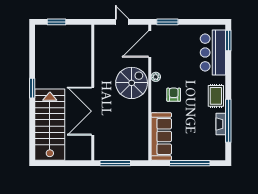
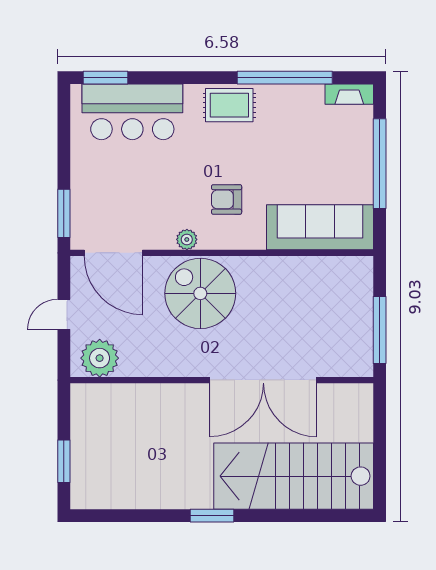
plant: (103, 38) -> (100, 358), added
fireplace: (221, 124) -> (349, 94), moved

